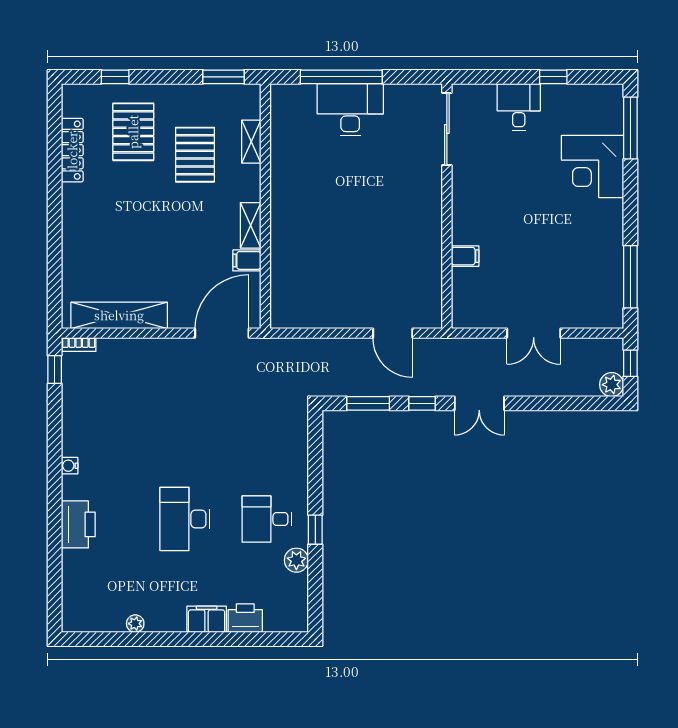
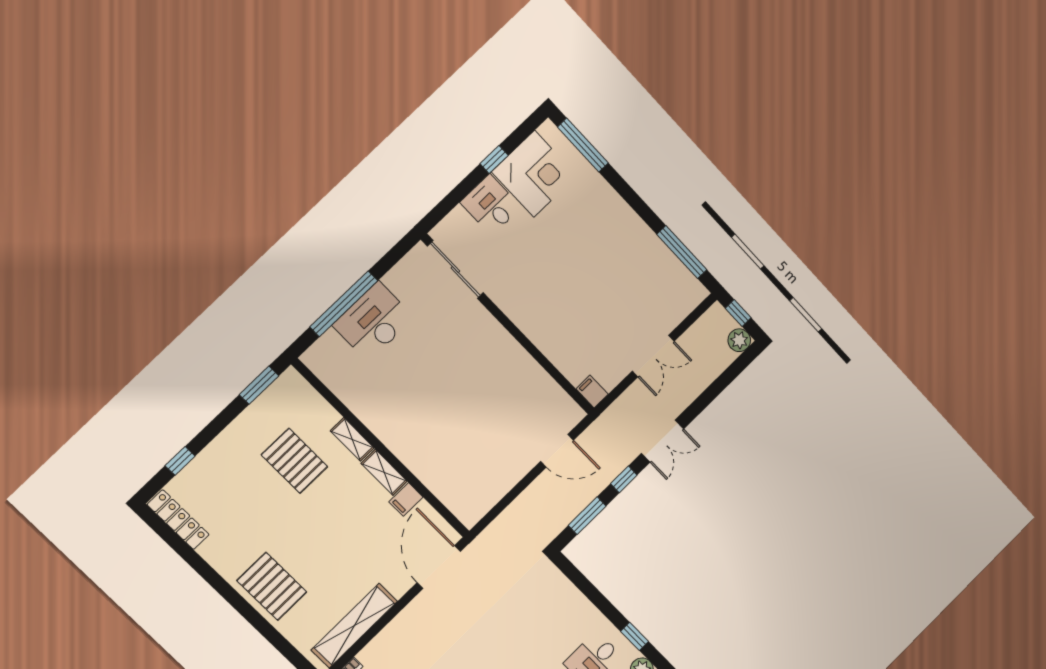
pallet: (133, 132) -> (272, 586), moved
shelving: (251, 142) -> (352, 439), moved
locker: (72, 150) -> (178, 520), moved
corner desk: (593, 166) -> (534, 174), moved, turned -90
filing cabinet: (465, 256) -> (592, 392), moved, turned -90

